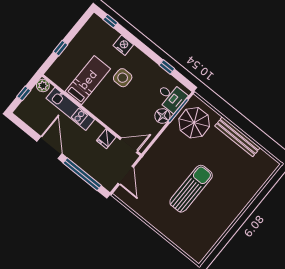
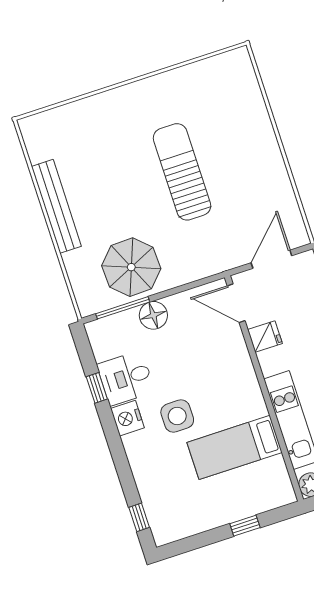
nightstand: (123, 45) -> (127, 418), moved
desk: (171, 97) -> (126, 378), moved, turned -90
parasol: (194, 123) -> (131, 267), moved
sun lounger: (191, 189) -> (182, 172), turned 90

